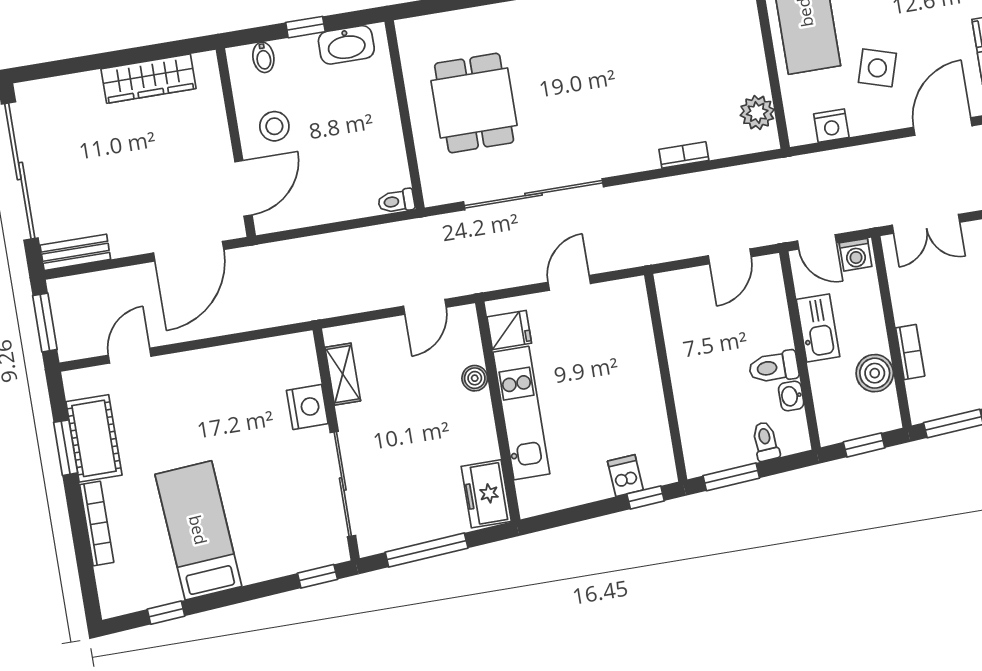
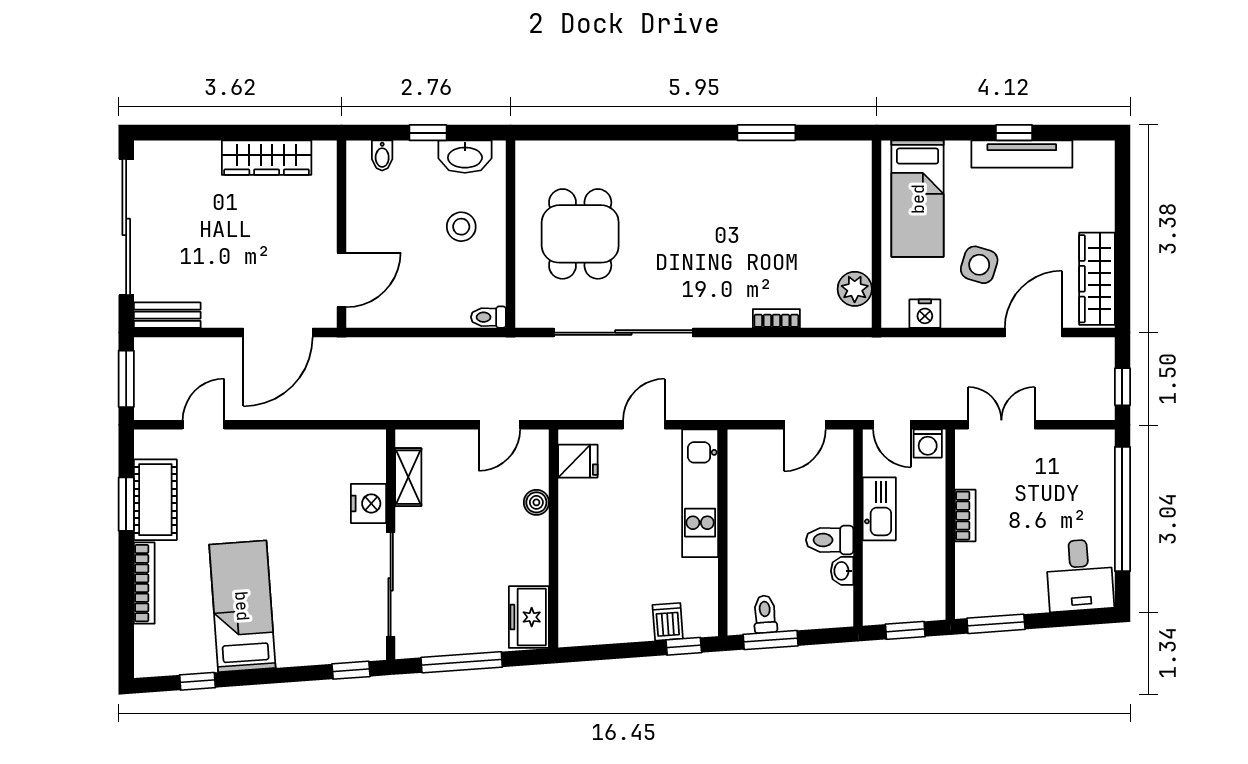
stool: (274, 126) -> (461, 227), moved
double door: (926, 224) -> (1001, 425), swing flipped
bookcase: (910, 352) -> (965, 516), moved
boiler: (875, 373) -> (927, 562), removed
kitchen unit: (521, 413) -> (700, 493), moved, turned 180
toilet: (766, 441) -> (765, 614), moved

